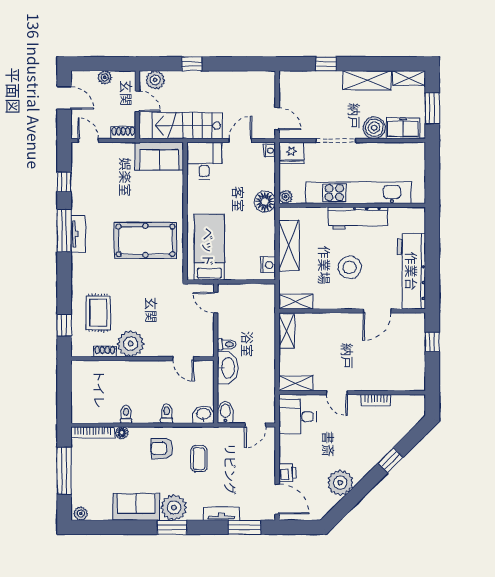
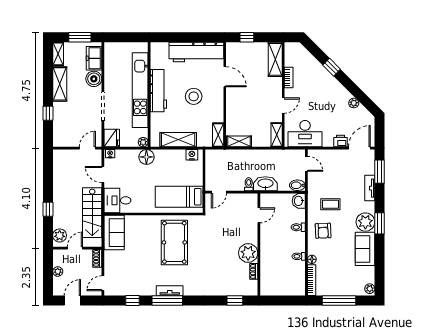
rug: (98, 313) -> (226, 276), removed
shelving: (401, 381) -> (275, 59), added
desk: (297, 417) -> (305, 134), width x1.37
plant: (340, 483) -> (354, 103), width x0.53, depth x0.53

